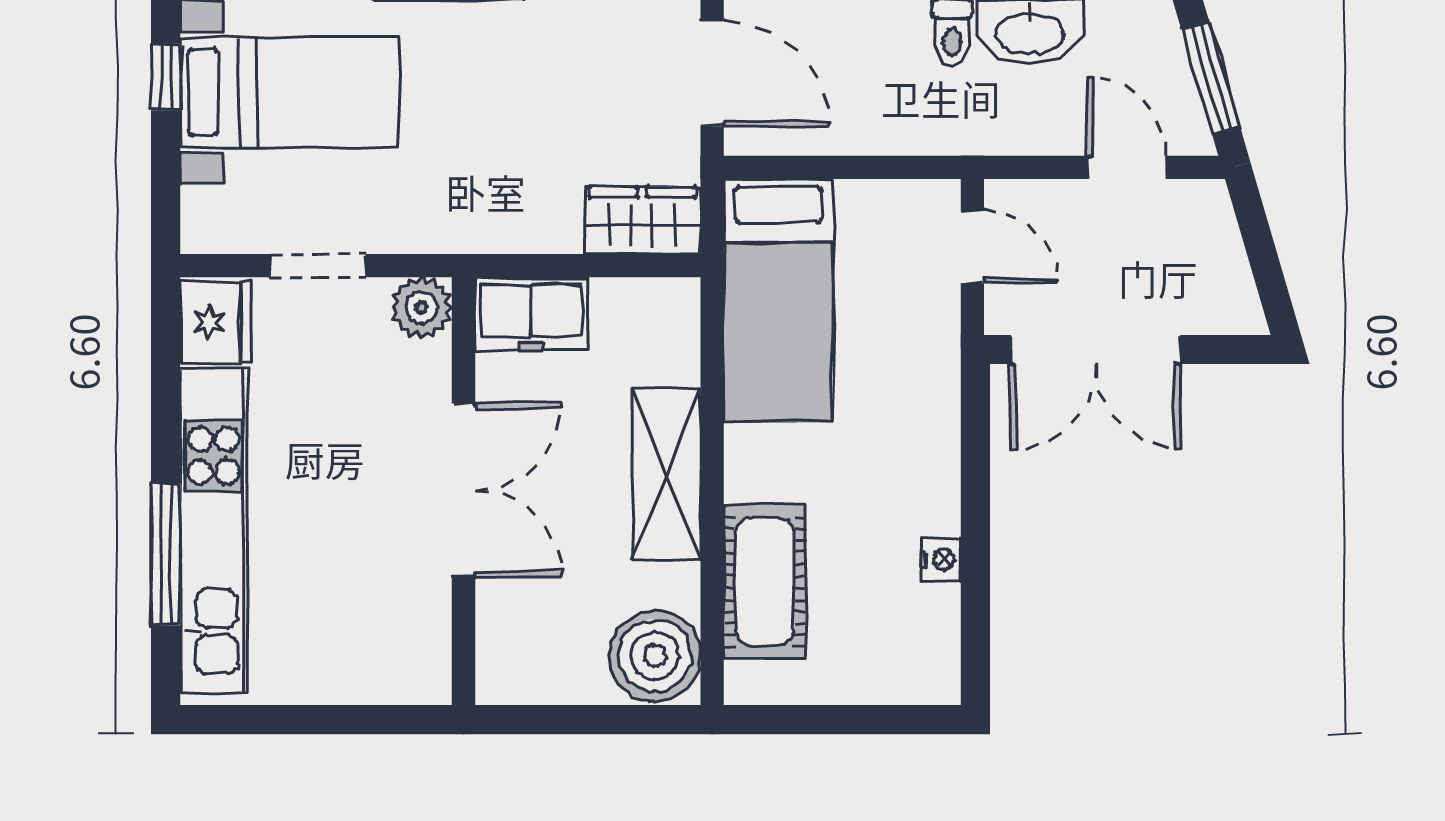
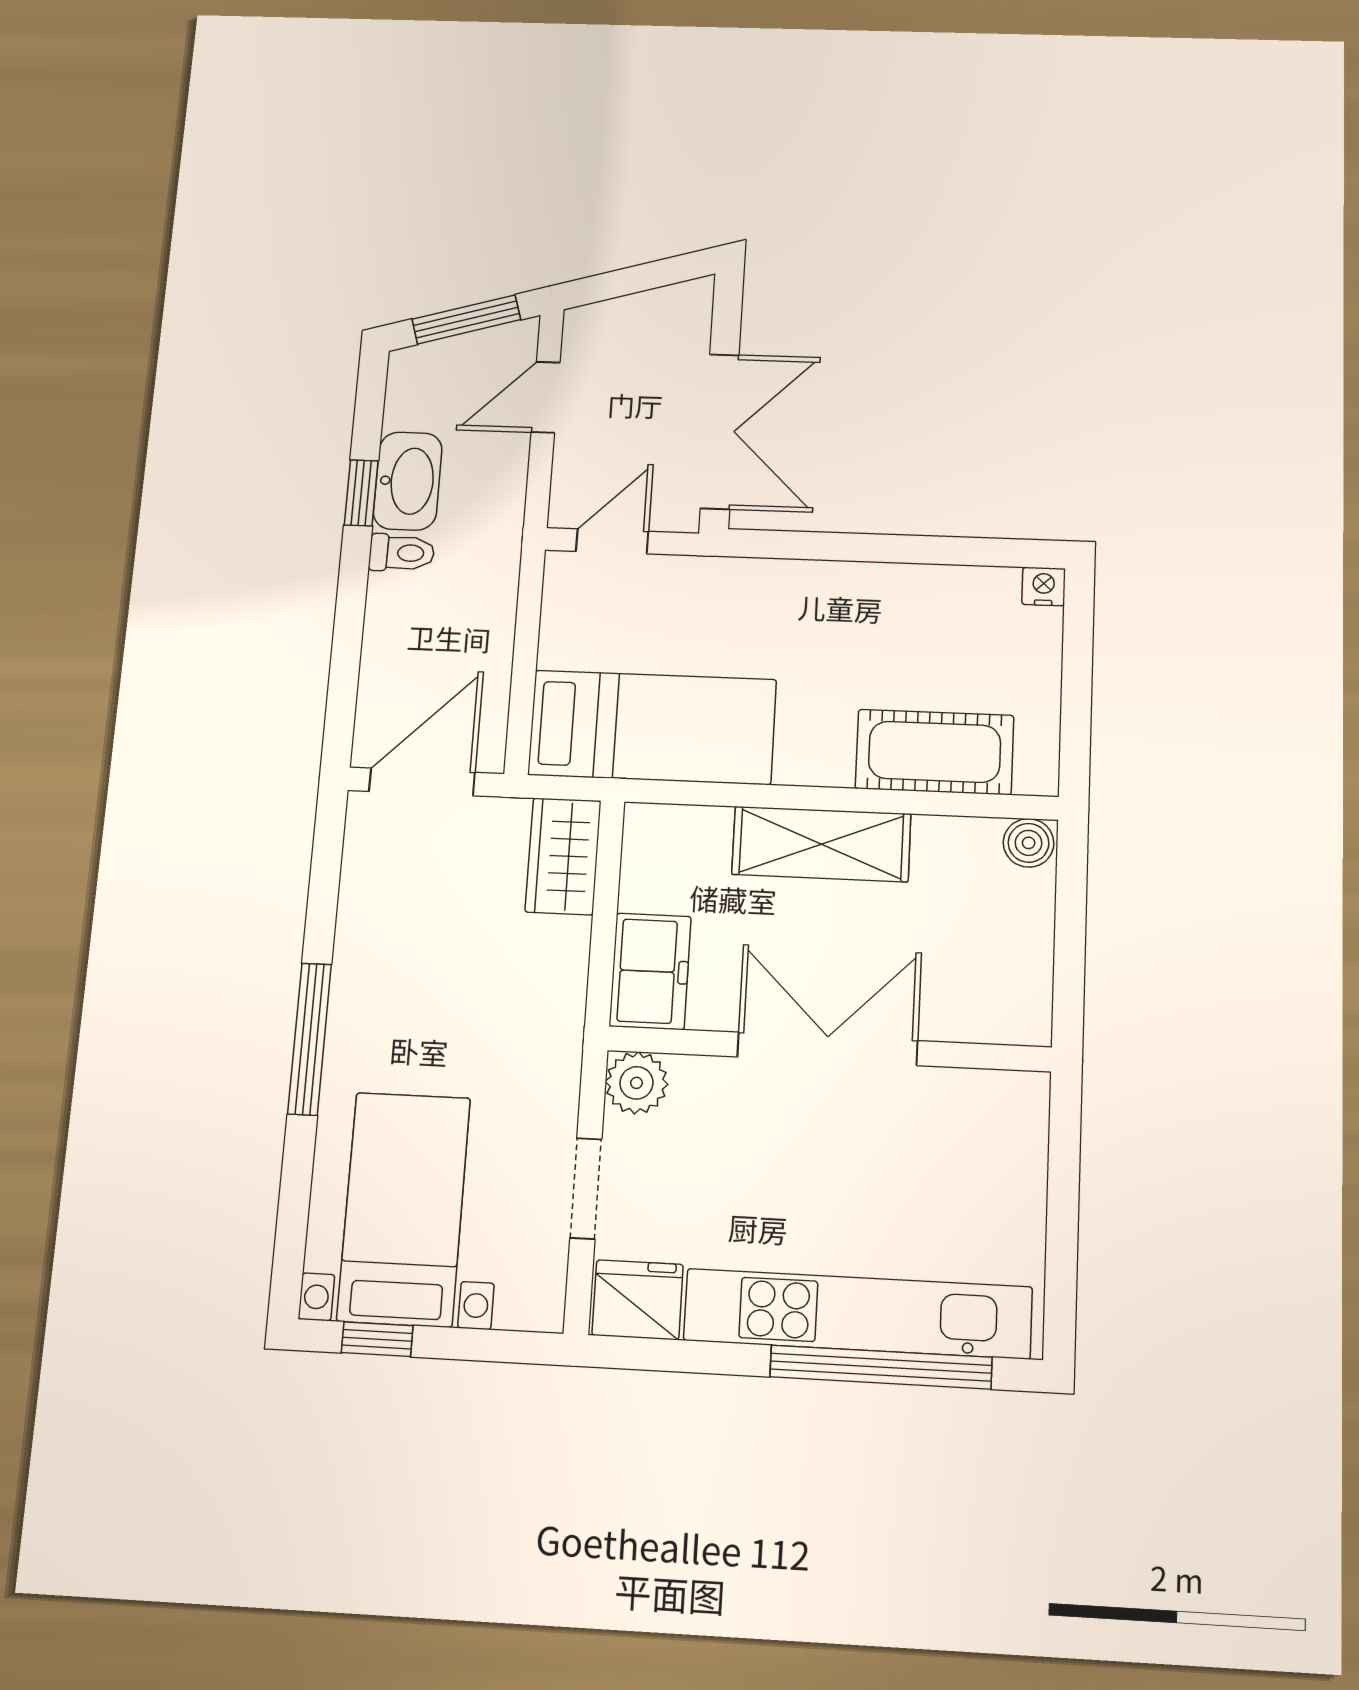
window: (166, 554) -> (881, 1367), width x1.46
nightstand: (941, 559) -> (1044, 586), moved
boiler: (655, 656) -> (1029, 843), width x0.54, depth x0.54

